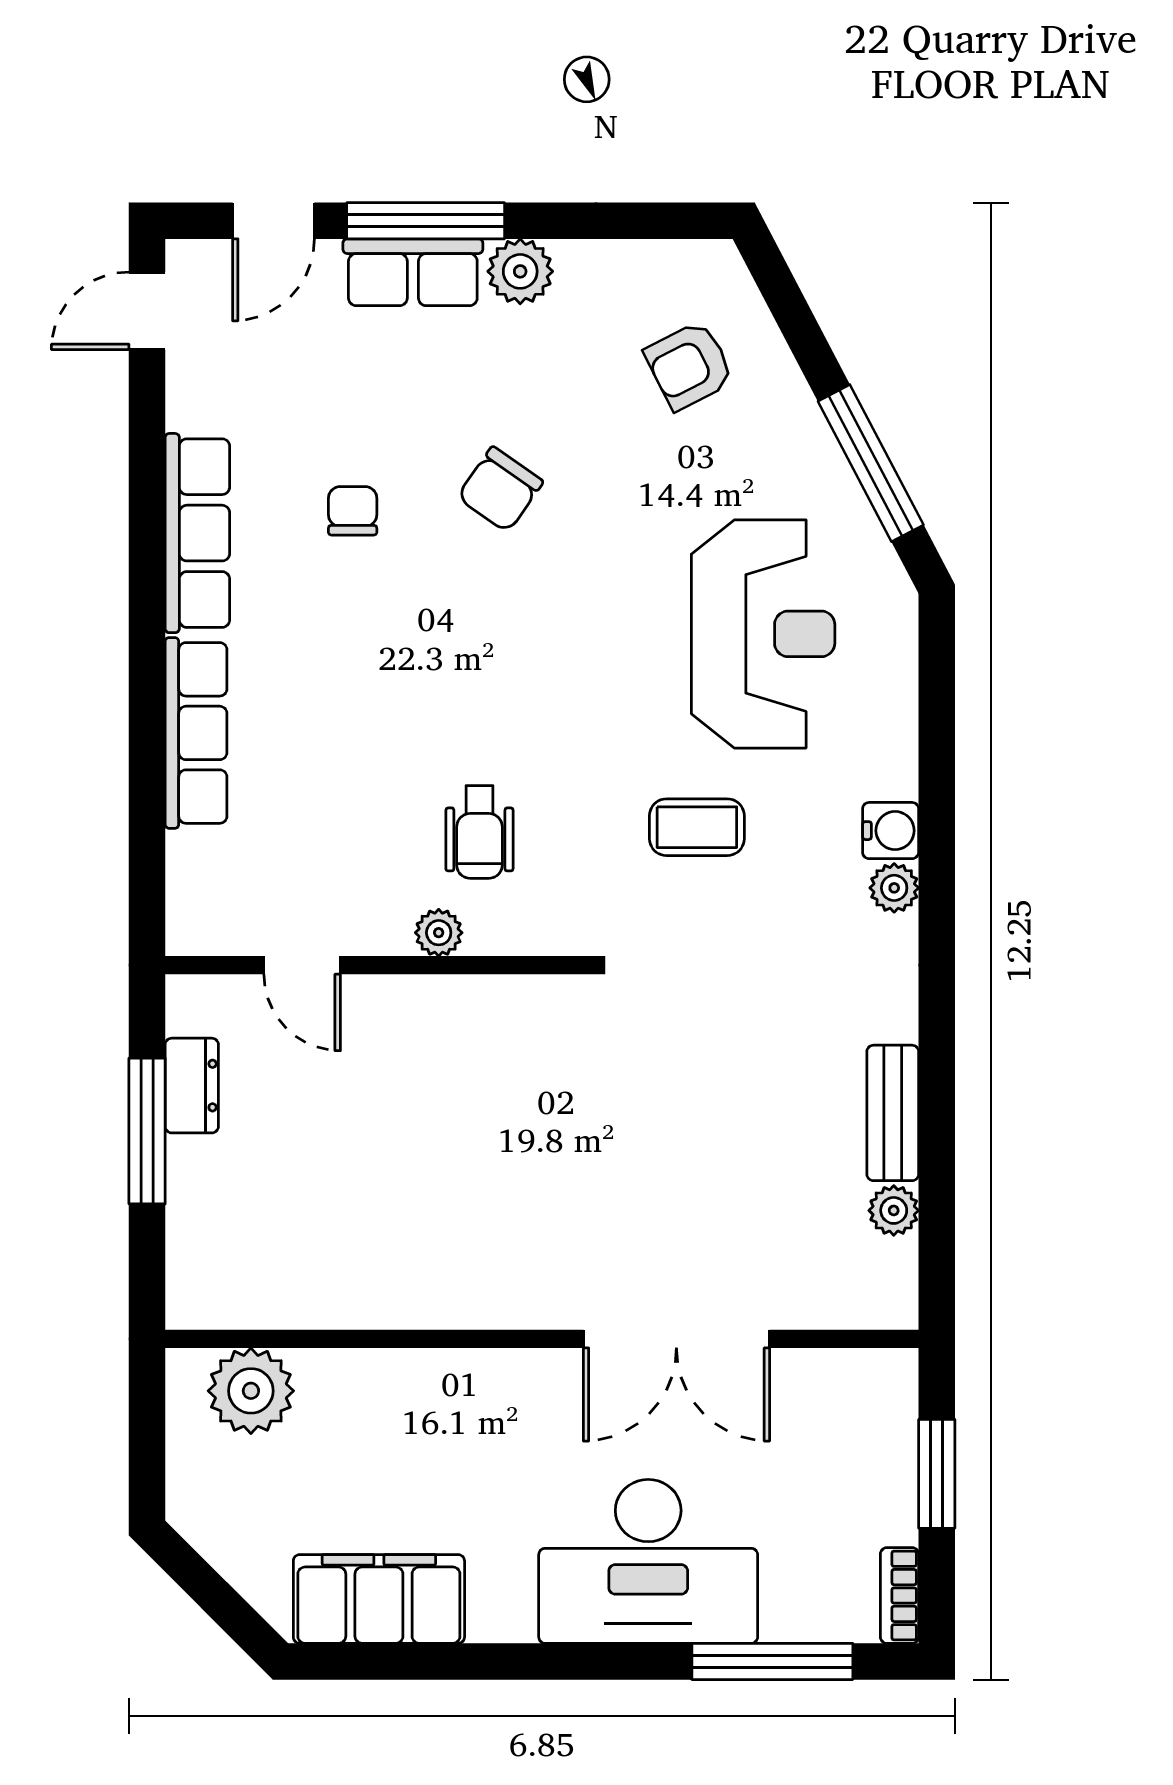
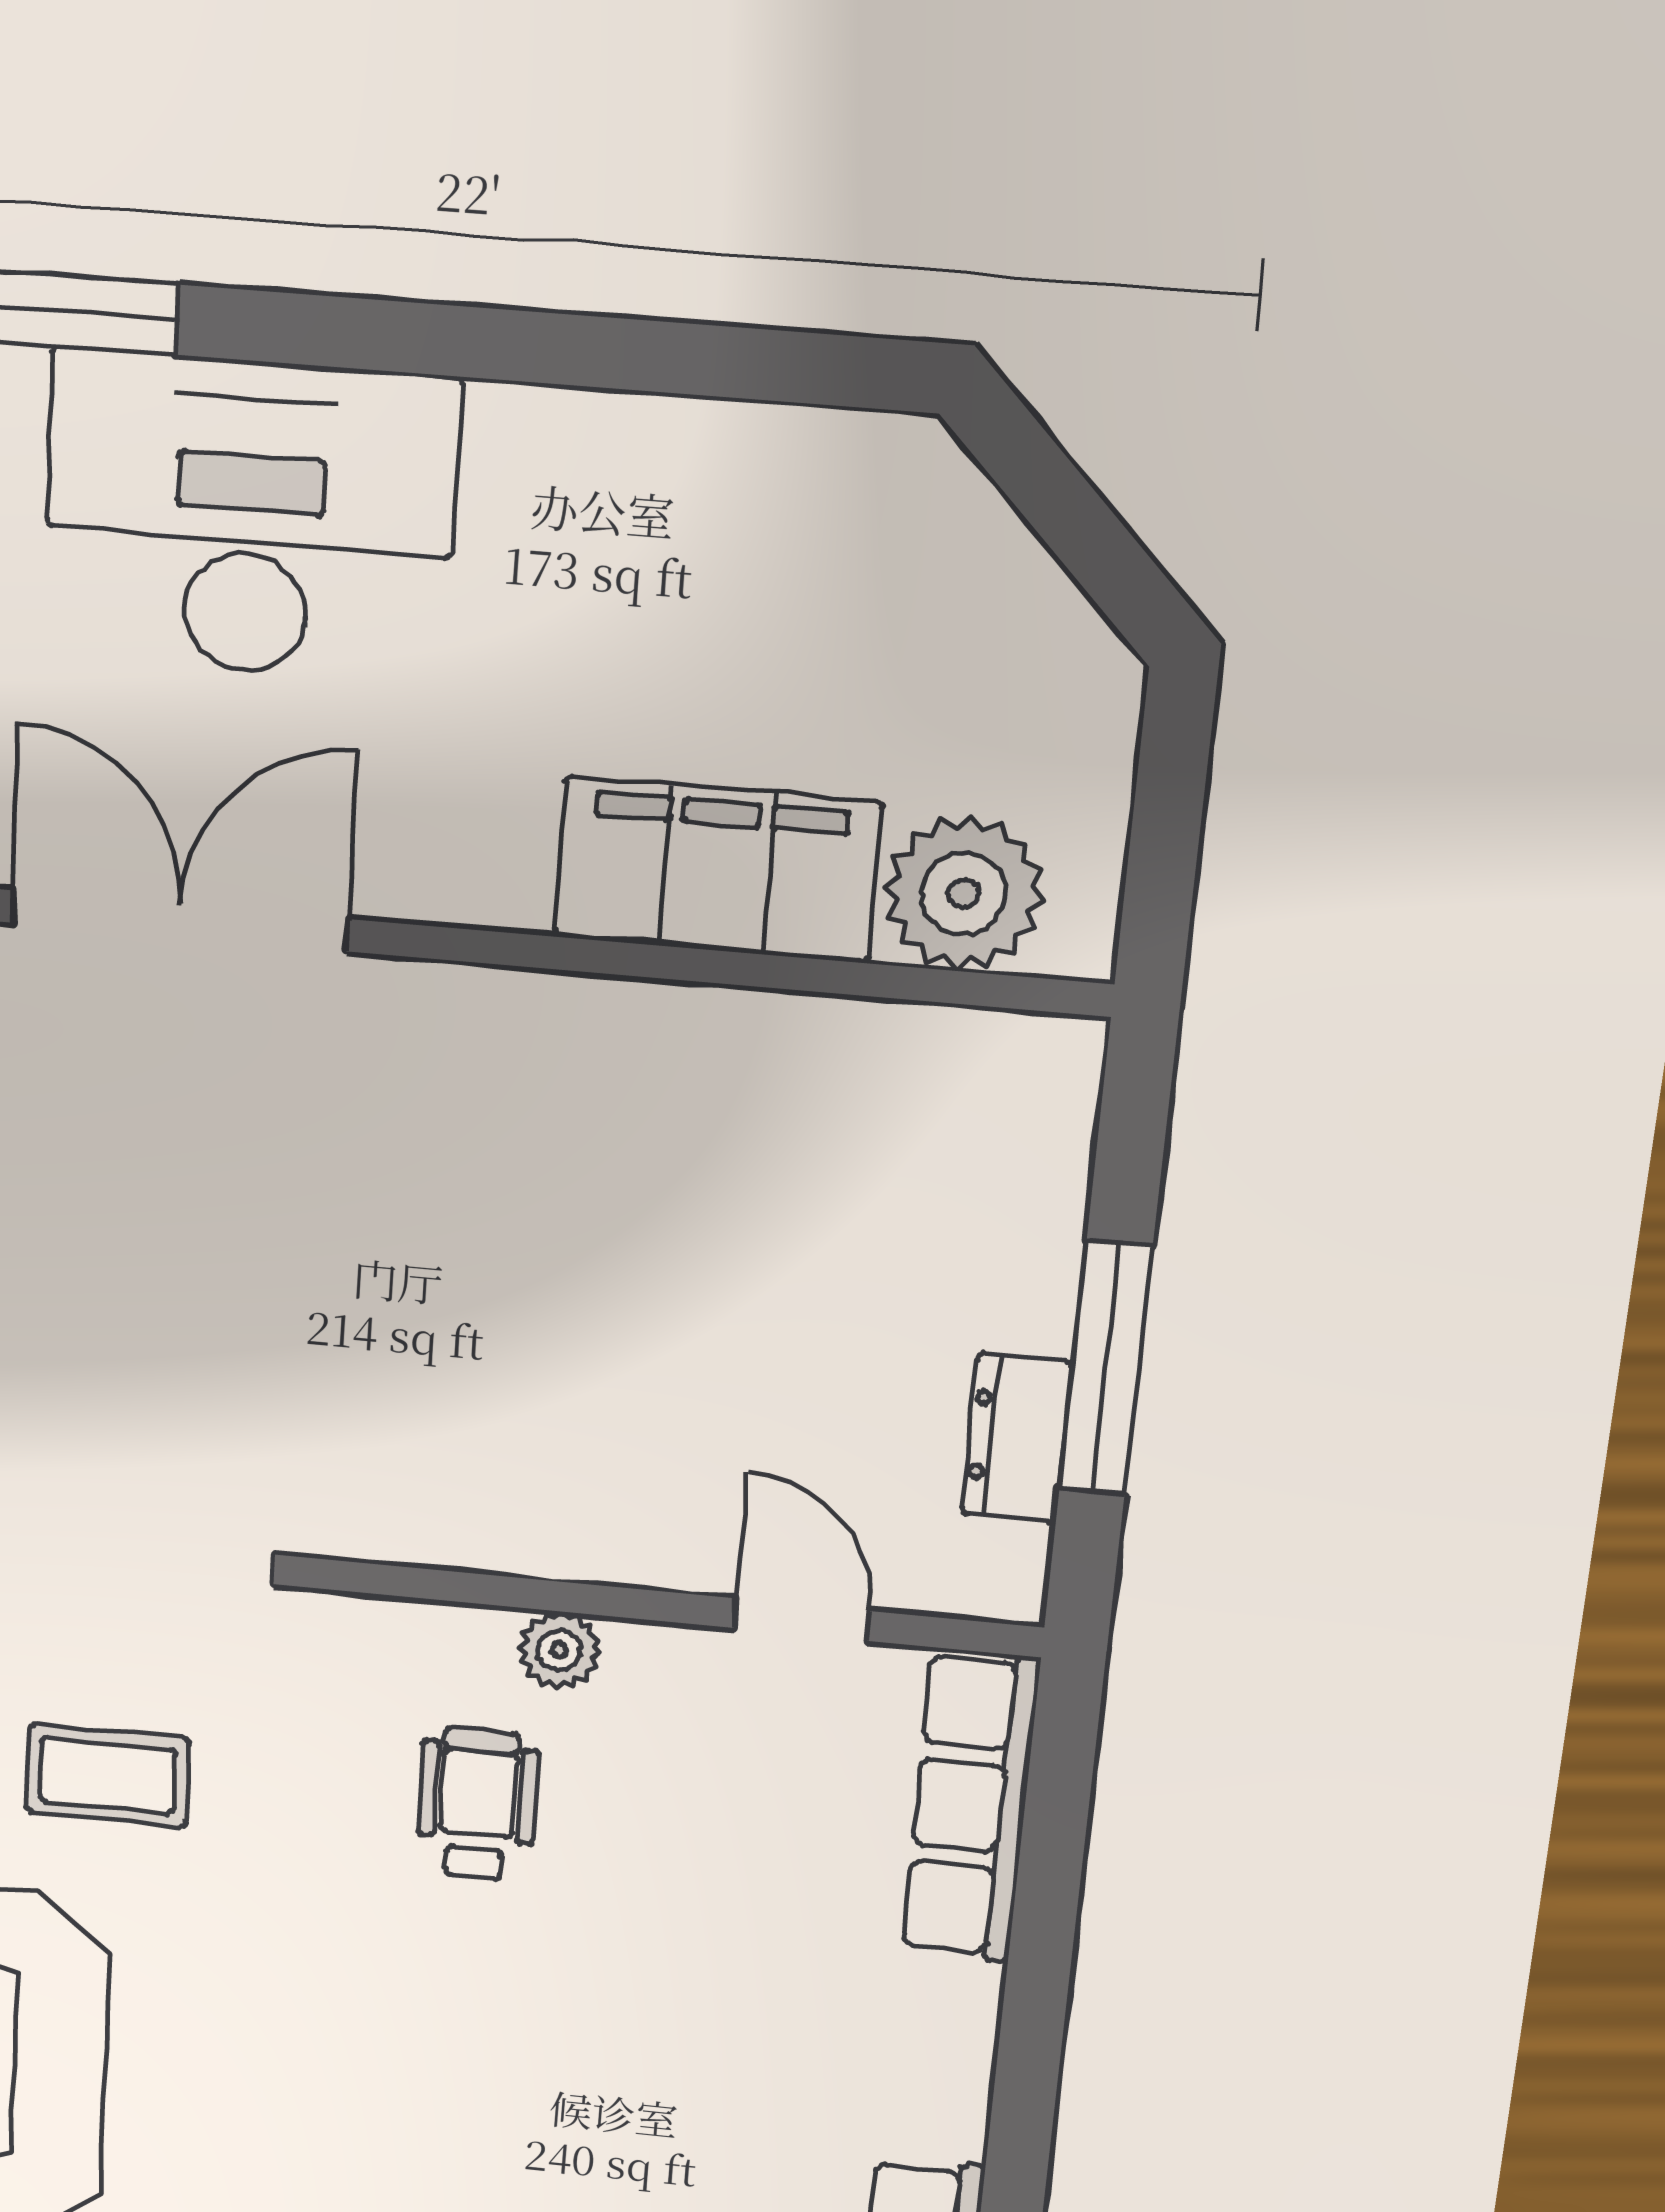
row of seats: (196, 733) -> (971, 1806), moved
filing cabinet: (379, 1599) -> (718, 870), moved, turned 180

